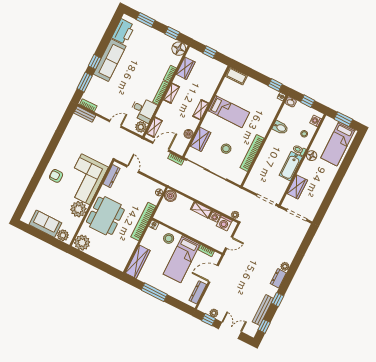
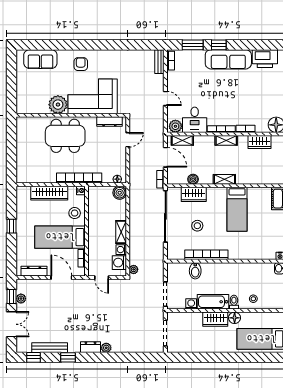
washing machine: (316, 121) -> (191, 304), moved
bidet: (280, 128) -> (195, 271), moved
wardrobe: (297, 187) -> (215, 319), moved
sofa: (45, 224) -> (40, 59), moved, turned 90
plant: (63, 235) -> (23, 102), removed
plant: (82, 243) -> (25, 126), removed
wardrobe: (138, 262) -> (49, 193), moved
window: (154, 292) -> (11, 226), width x0.46

